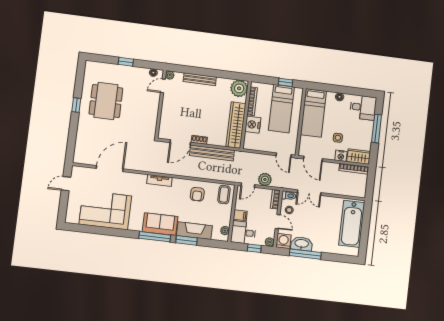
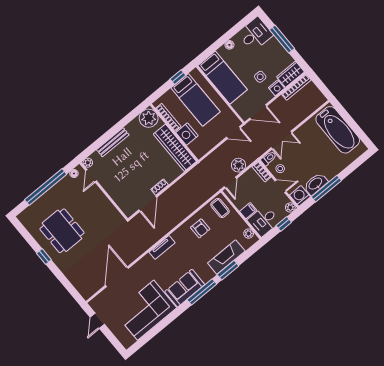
window: (126, 62) -> (46, 187), width x3.17
bench: (212, 153) -> (179, 187), removed
sofa: (160, 224) -> (185, 288), moved

